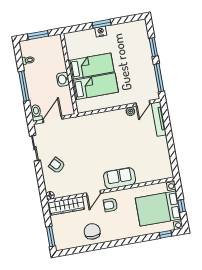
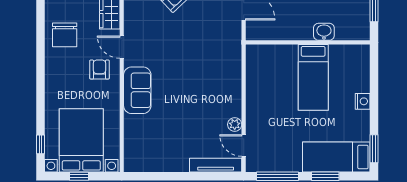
window: (102, 24) -> (374, 149), moved
washbasin: (63, 79) -> (324, 32), moved
bed: (95, 86) -> (336, 157), moved, turned 90
chair: (92, 231) -> (65, 35), turned 90

